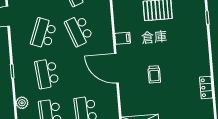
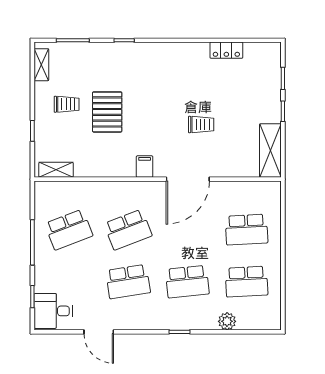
school desk: (44, 33) -> (128, 282), turned -30

